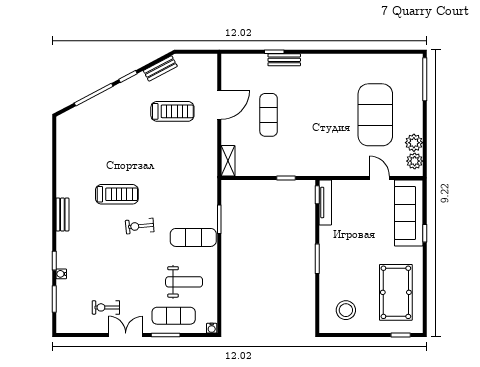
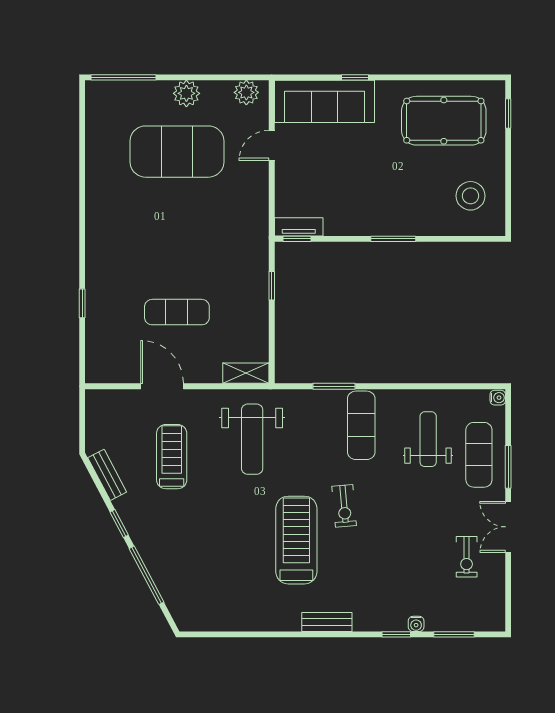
bench: (284, 60) -> (94, 289), removed
plant: (414, 143) -> (186, 93), moved
weight bench: (184, 165) -> (252, 439), added
treadmill: (117, 194) -> (296, 540), width x1.37, depth x1.38
tv unit: (325, 202) -> (299, 227), width x0.71

